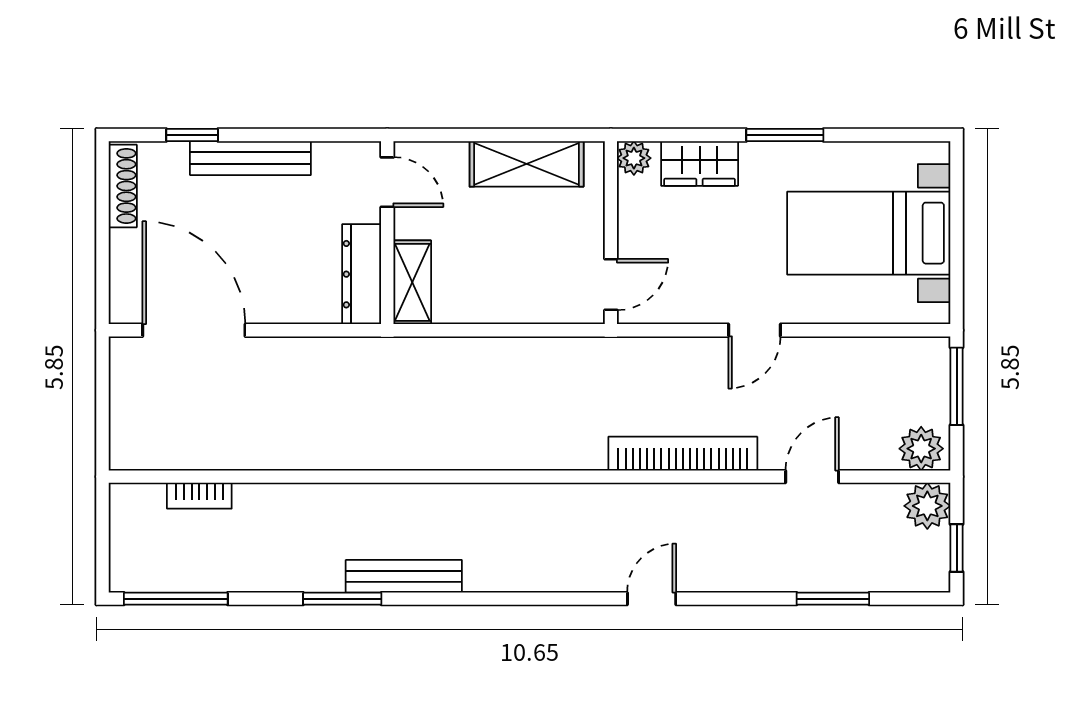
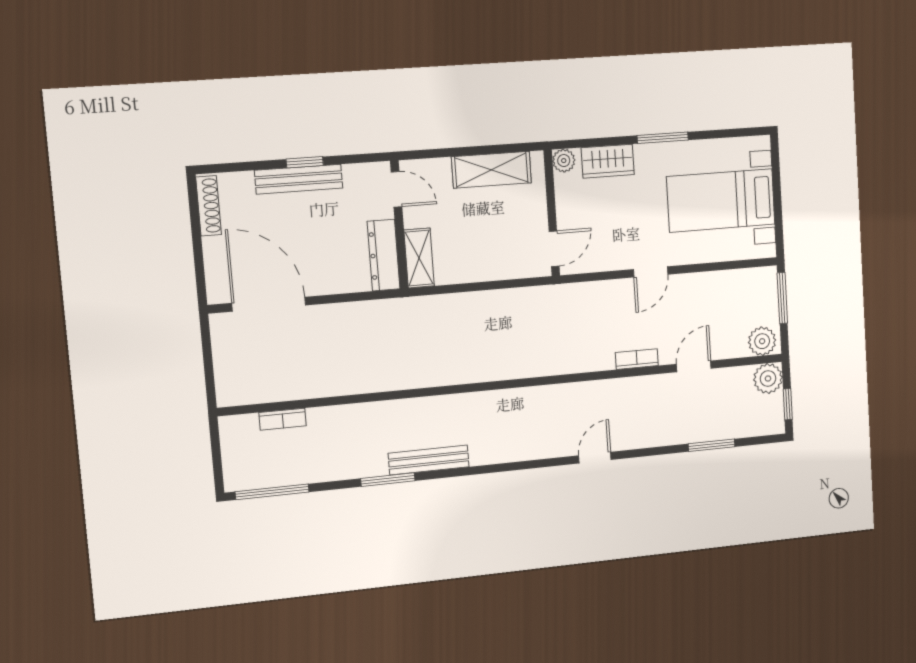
window: (192, 135) -> (305, 162), moved
bookcase: (683, 454) -> (637, 359), width x0.43, depth x0.76

